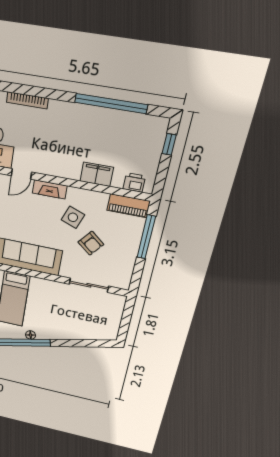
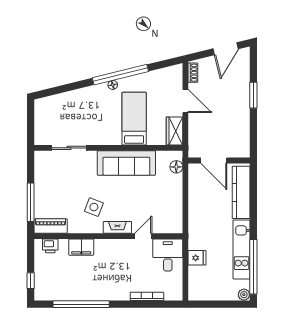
armchair: (91, 243) -> (75, 187), removed

